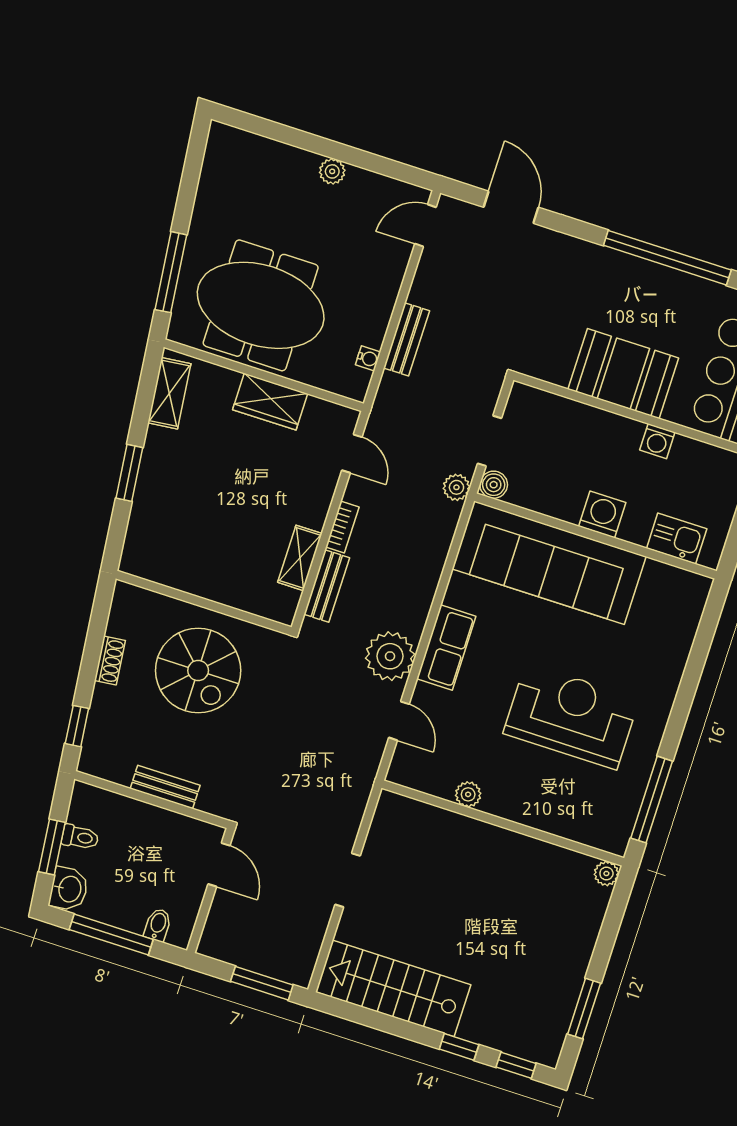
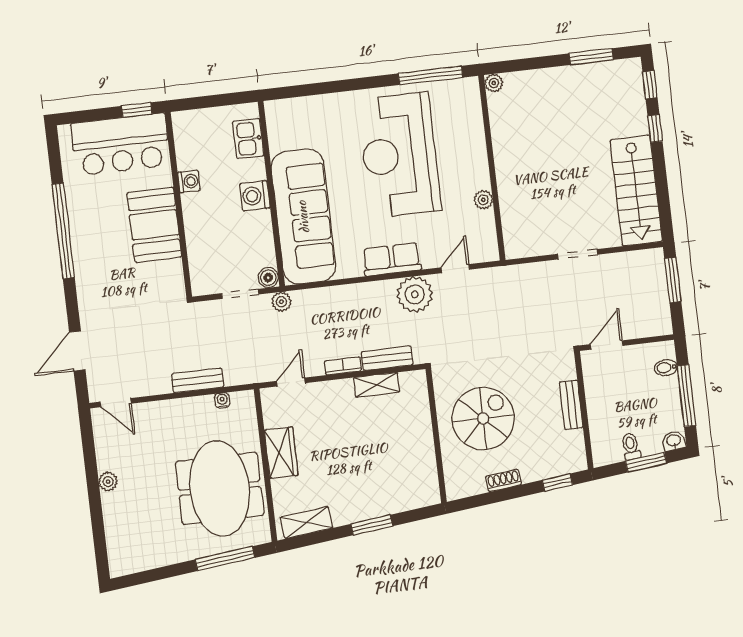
reception desk: (571, 716) -> (399, 155), width x1.36, depth x1.30
washbasin: (69, 889) -> (674, 441), width x0.72, depth x0.69

